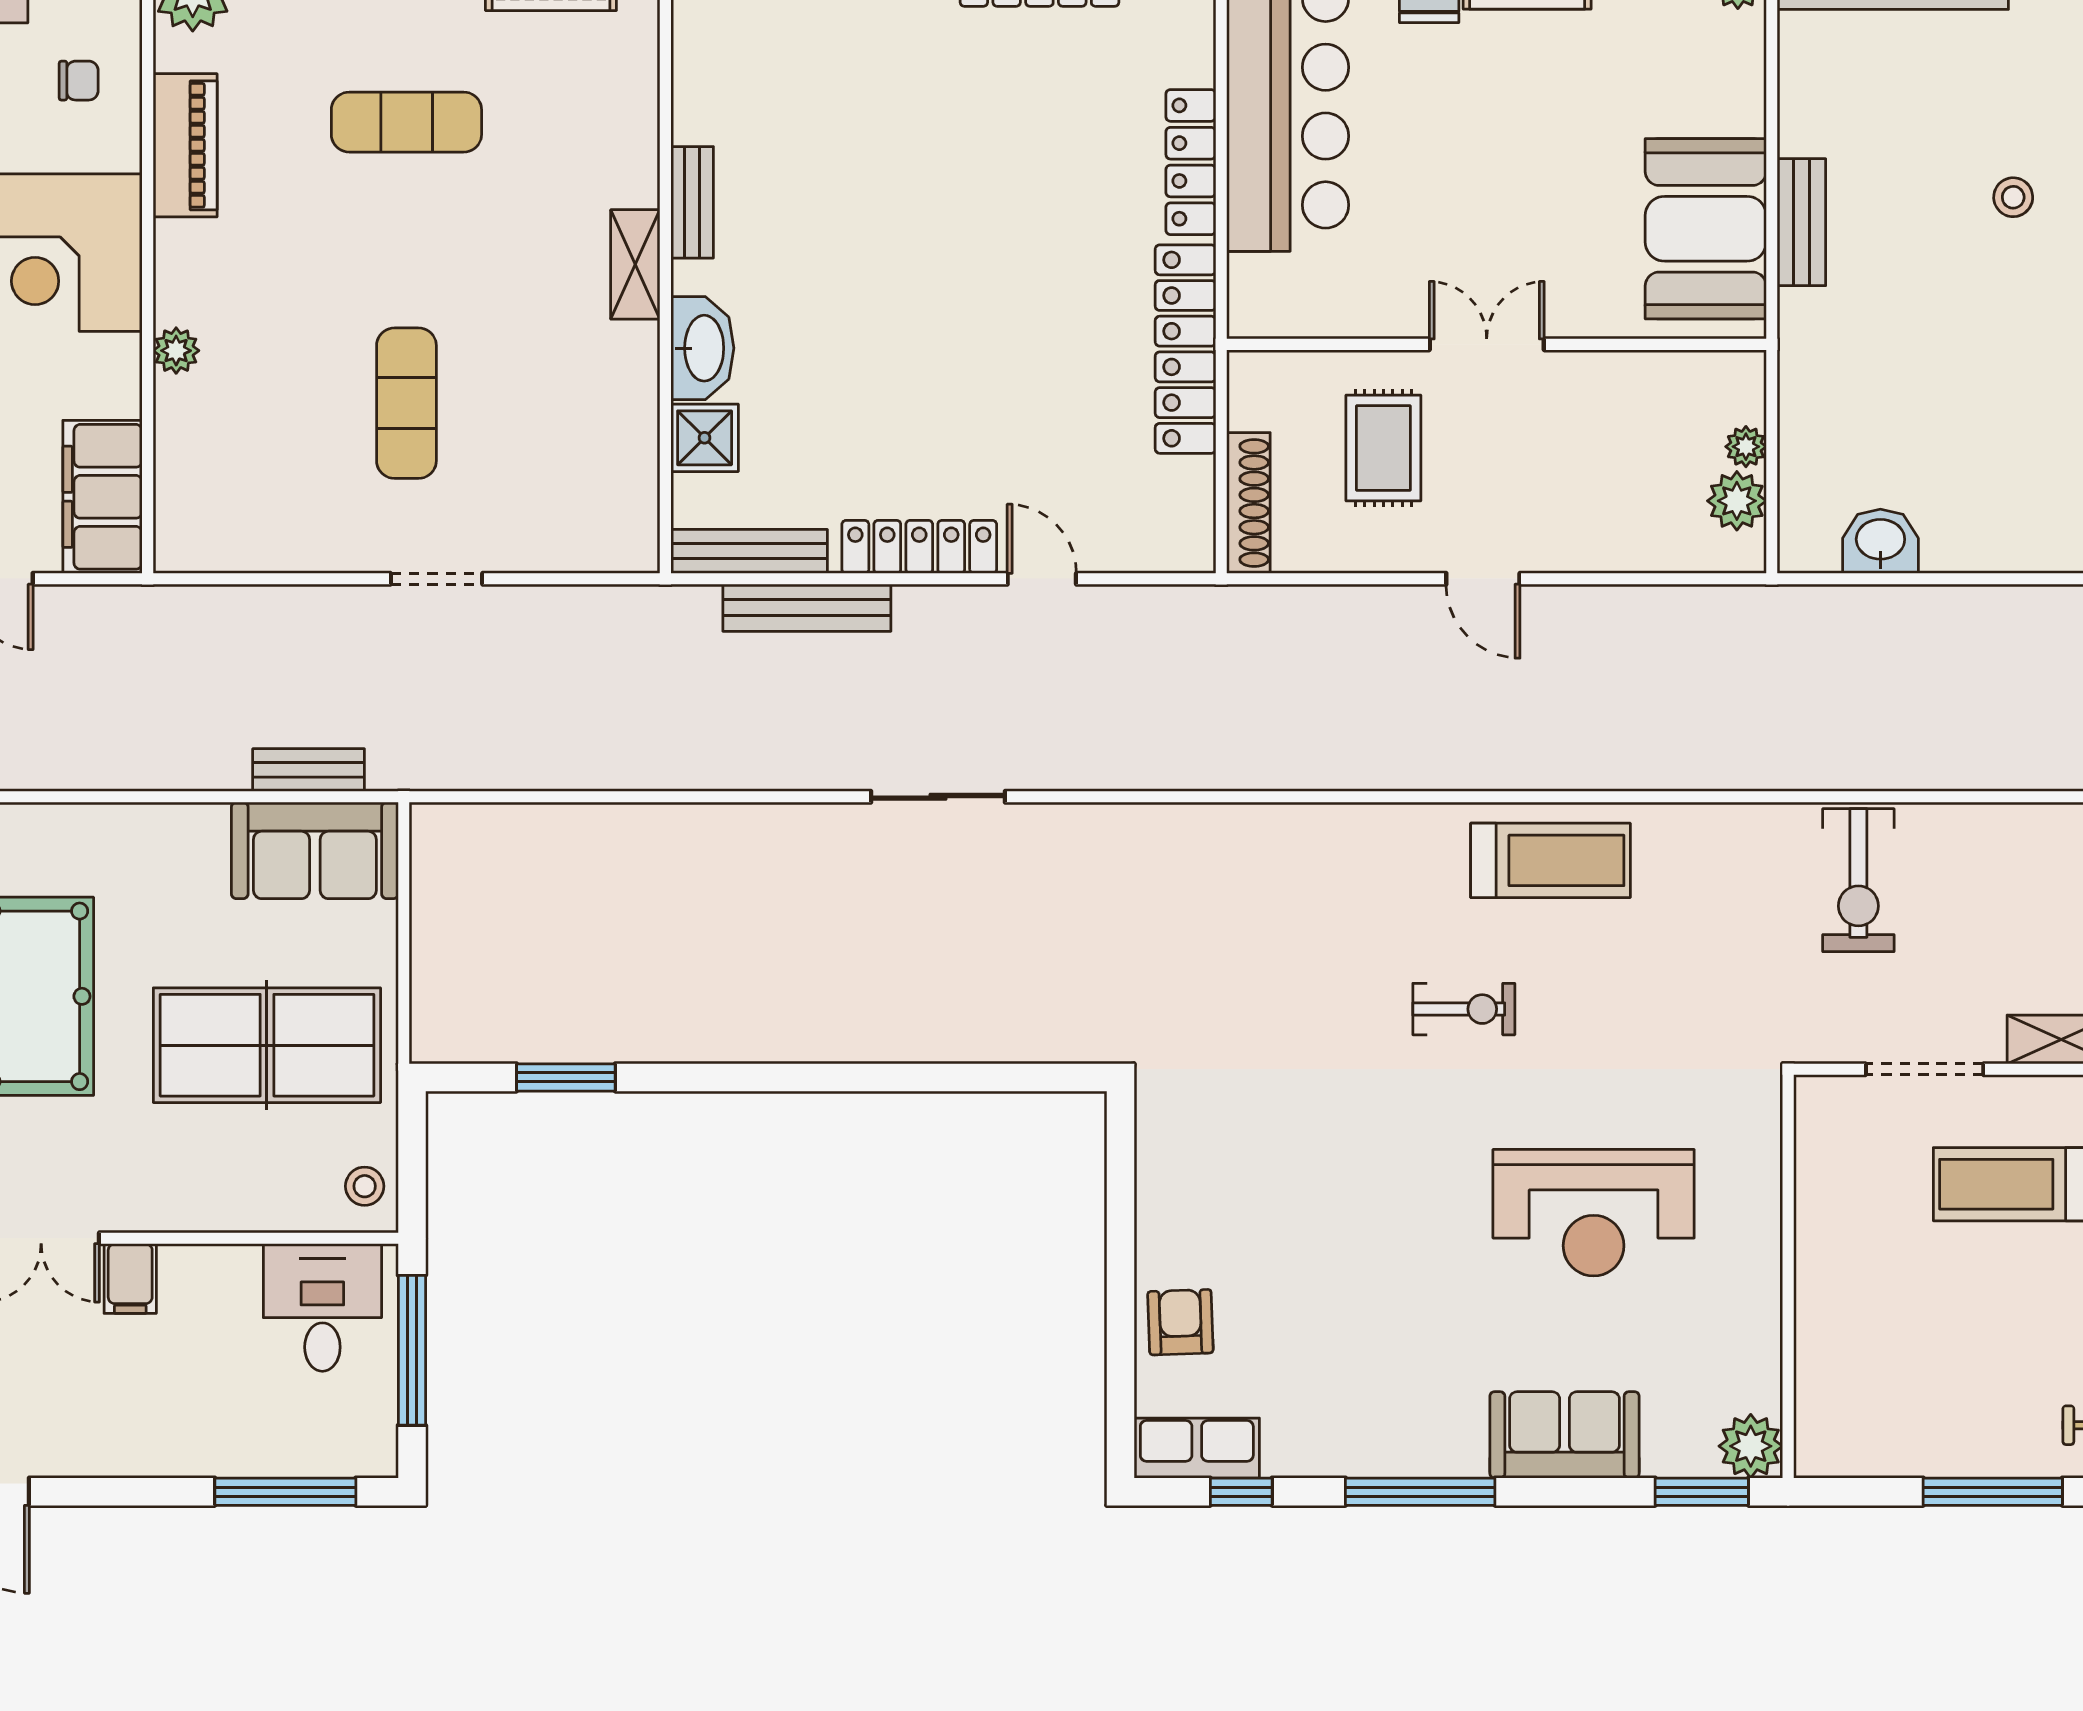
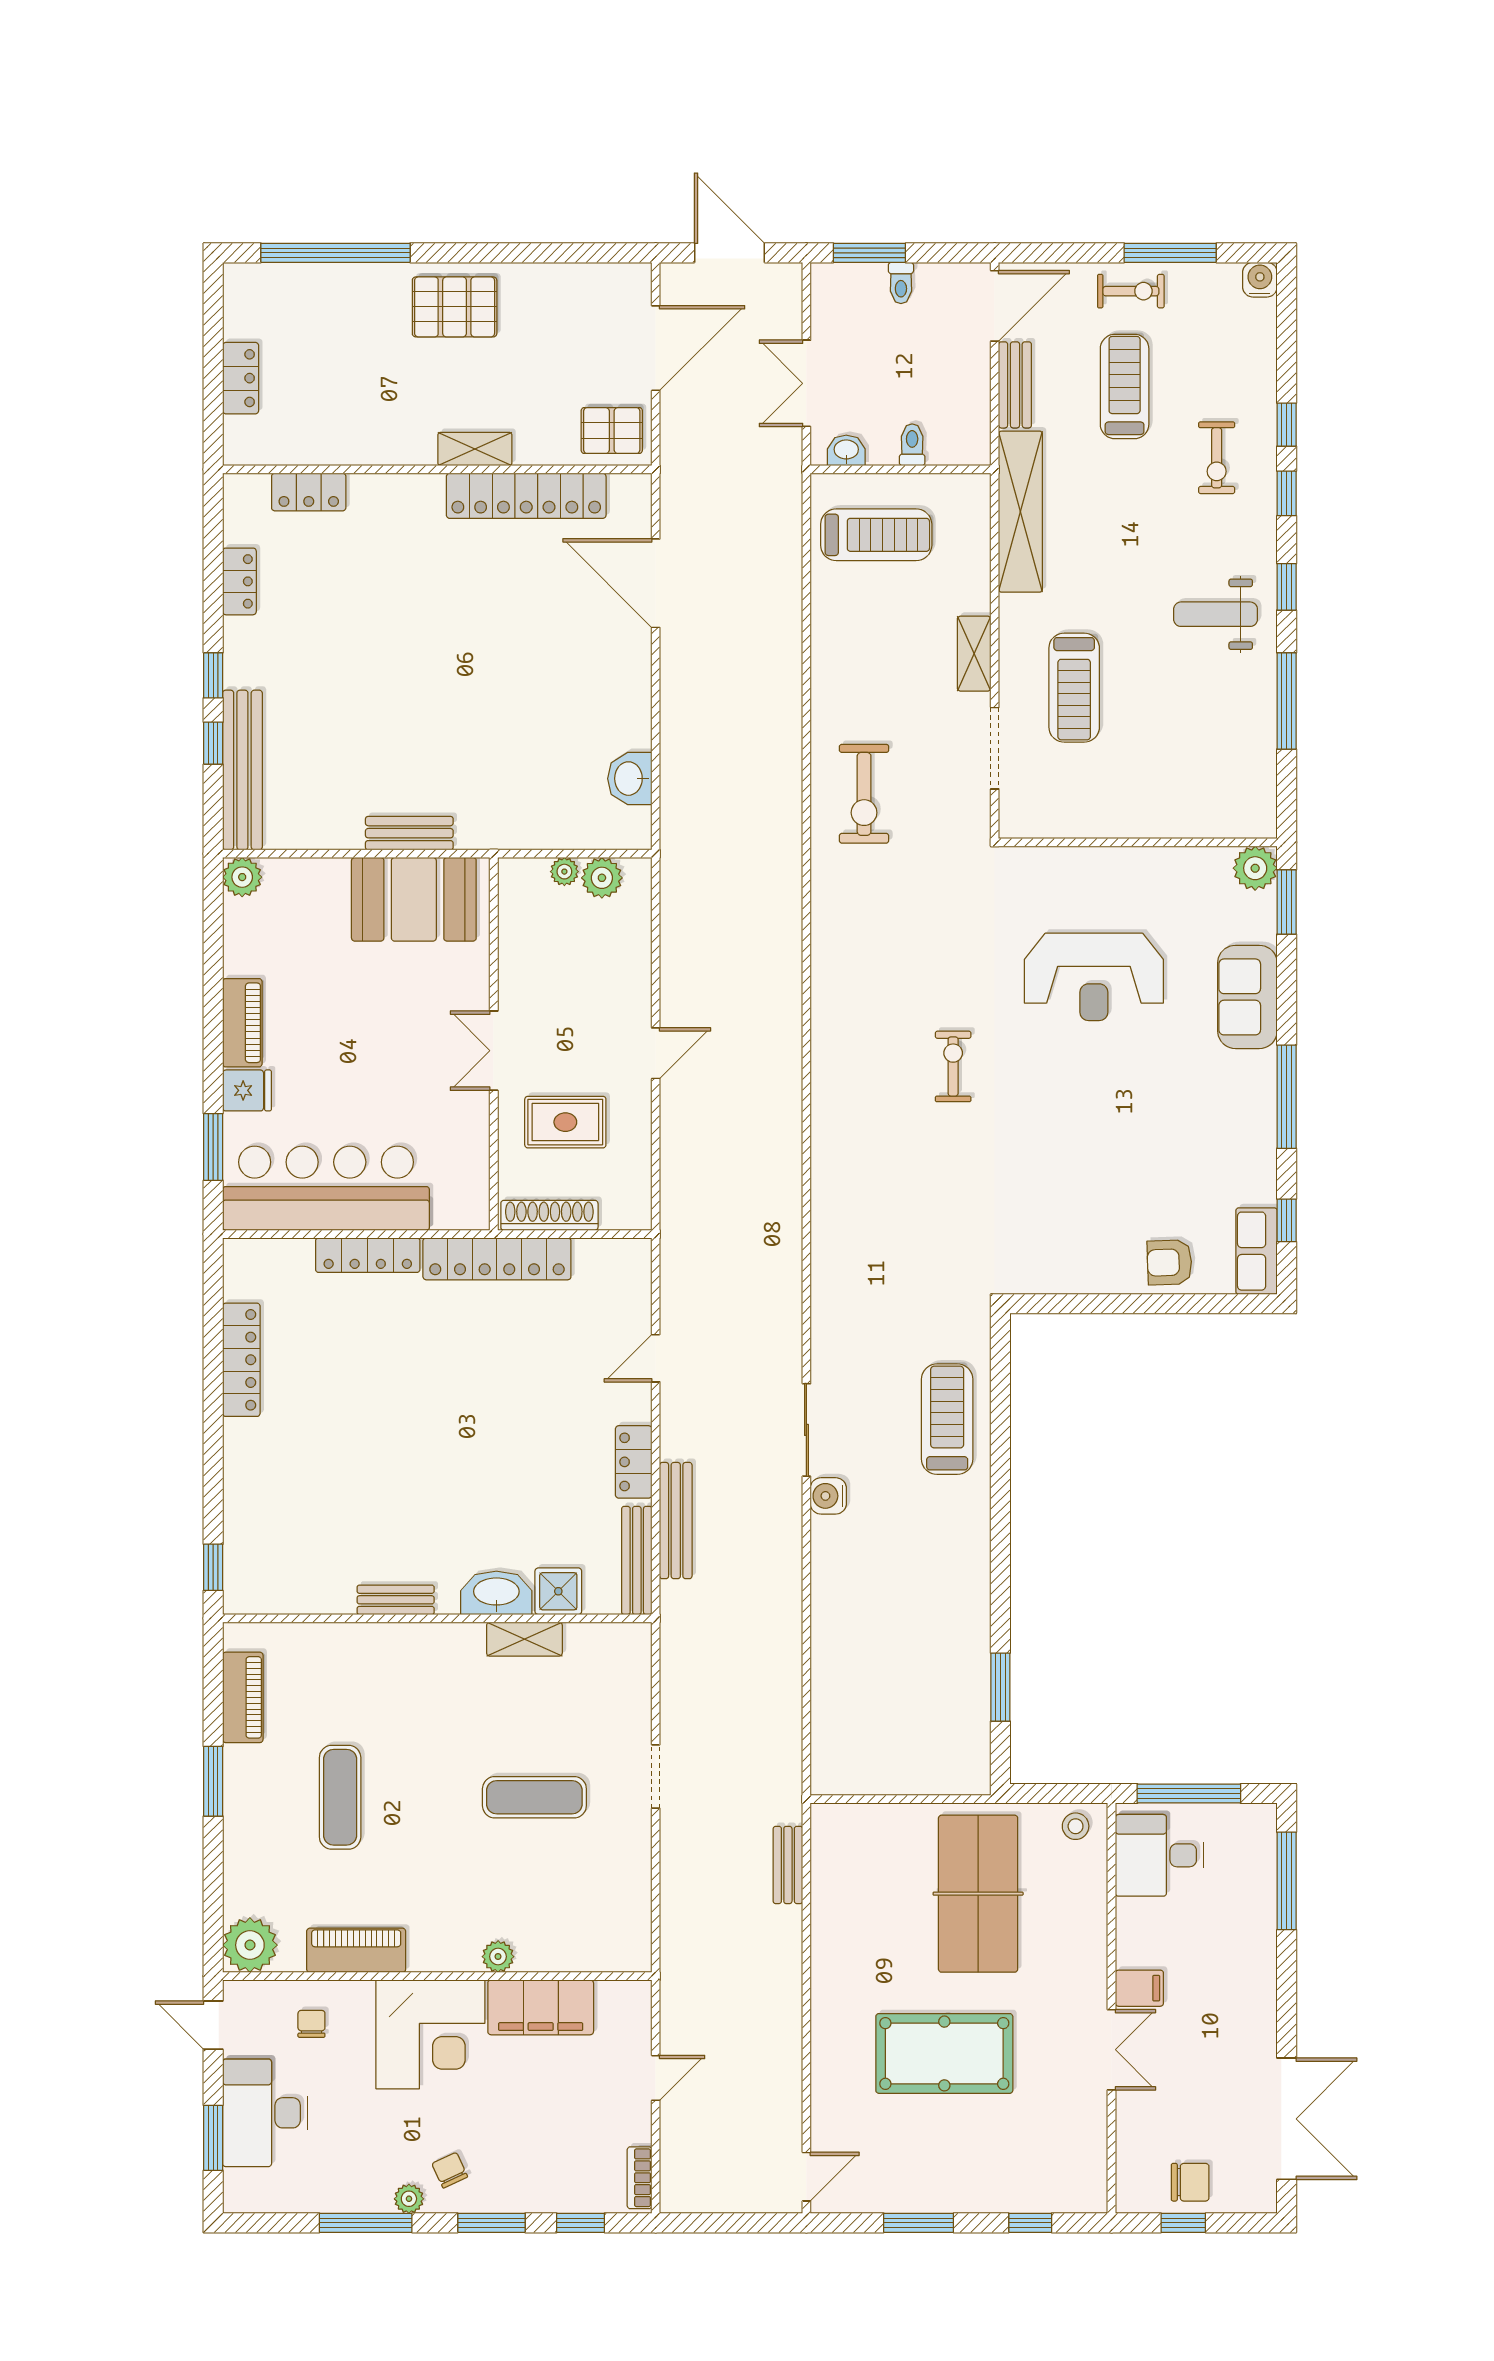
stool: (2013, 197) -> (392, 687), removed
shelving: (635, 264) -> (524, 1639), moved
filing cabinet: (102, 497) -> (541, 2007), moved
shoe rack: (1248, 503) -> (549, 1215), moved
locker: (919, 547) -> (634, 1462), width x0.66
water cooler: (843, 828) -> (828, 1496), added
sofa: (315, 850) -> (844, 1861), removed
treadmill: (1551, 860) -> (947, 1419), moved
exercise bike: (1858, 880) -> (864, 794), turned 90
reception desk: (1594, 1213) -> (1094, 977), turned 90

